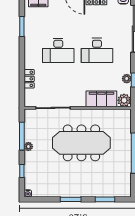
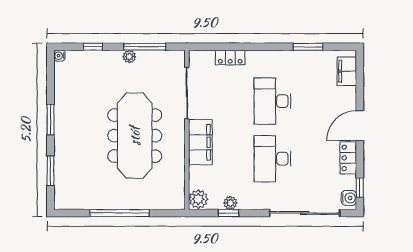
filing cabinet: (101, 99) -> (200, 142), moved

